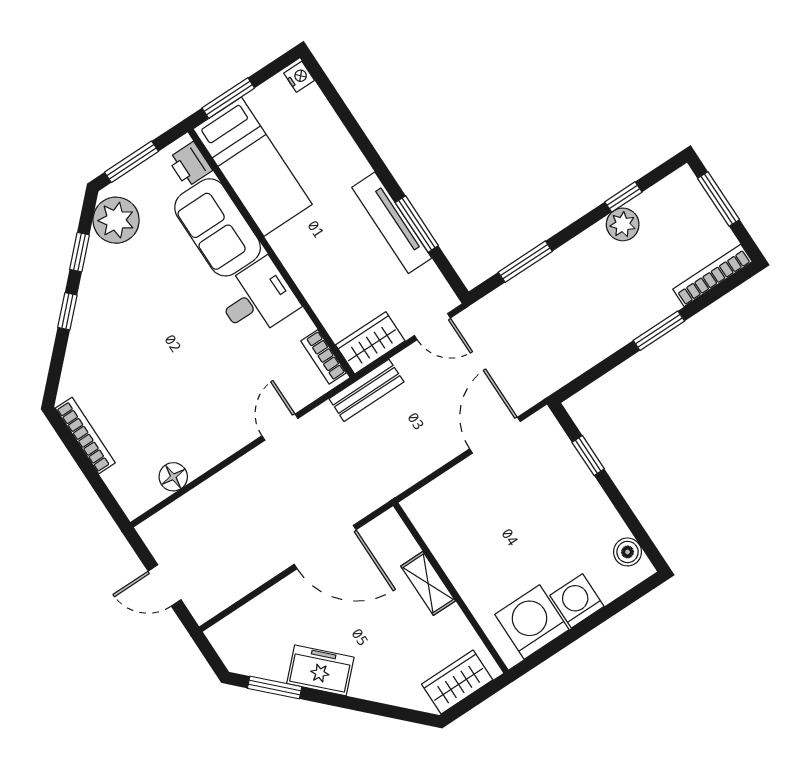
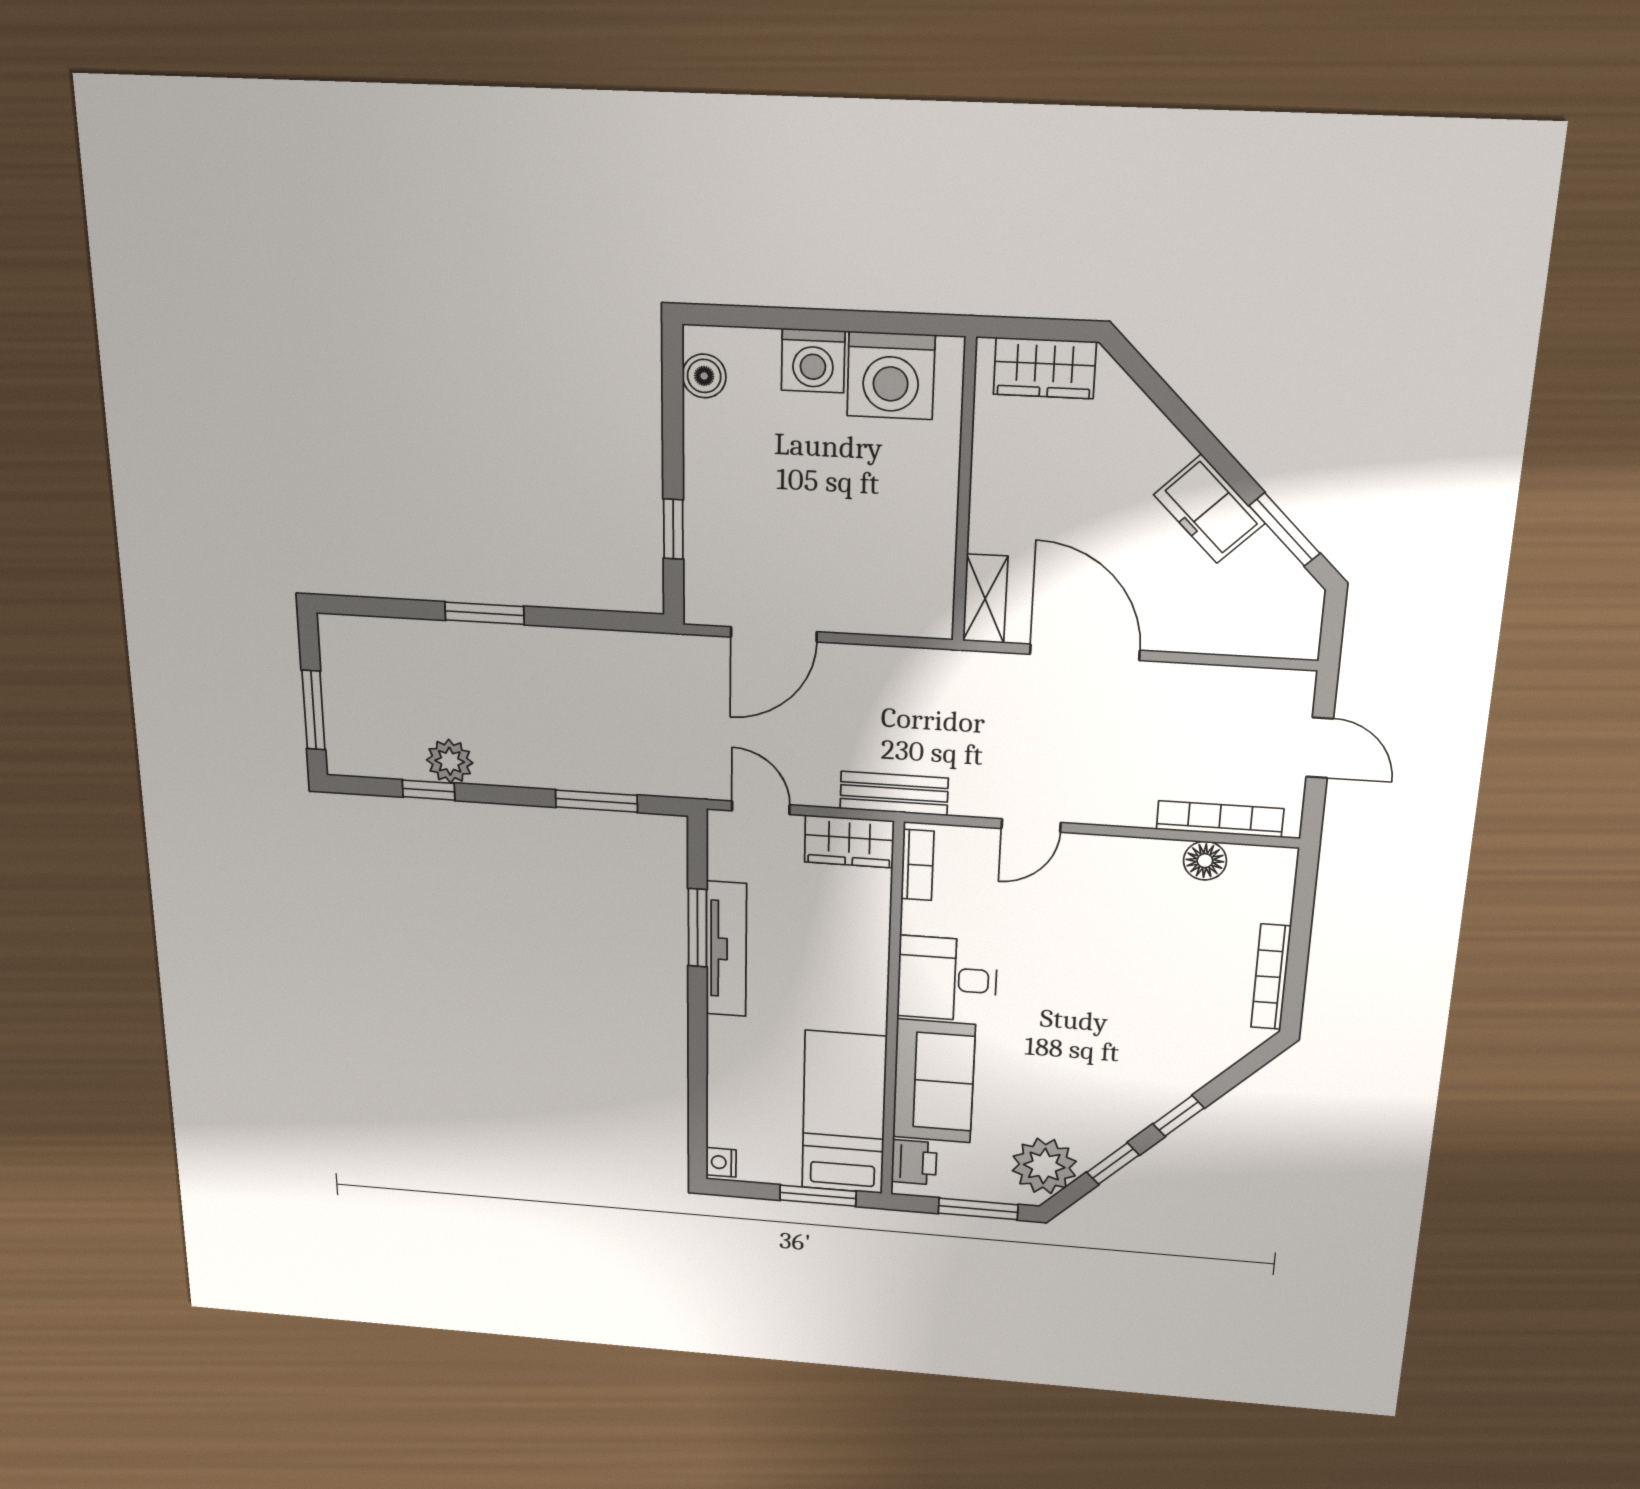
bookcase: (713, 275) -> (1220, 819), moved, turned 180
shelving: (428, 583) -> (985, 599), moved

